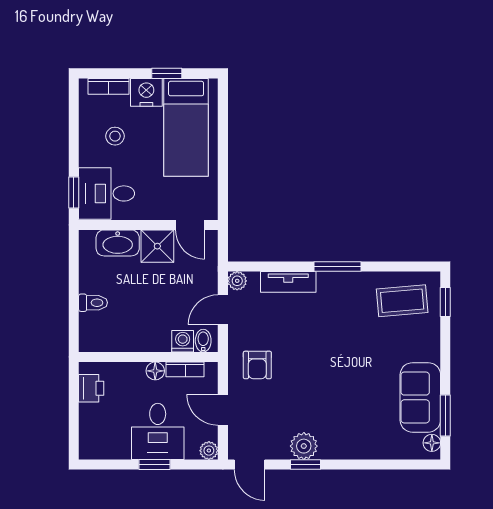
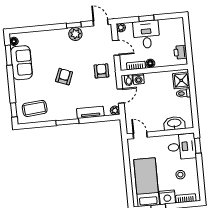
shower: (157, 246) -> (181, 80), moved
armchair: (335, 360) -> (64, 77), added

